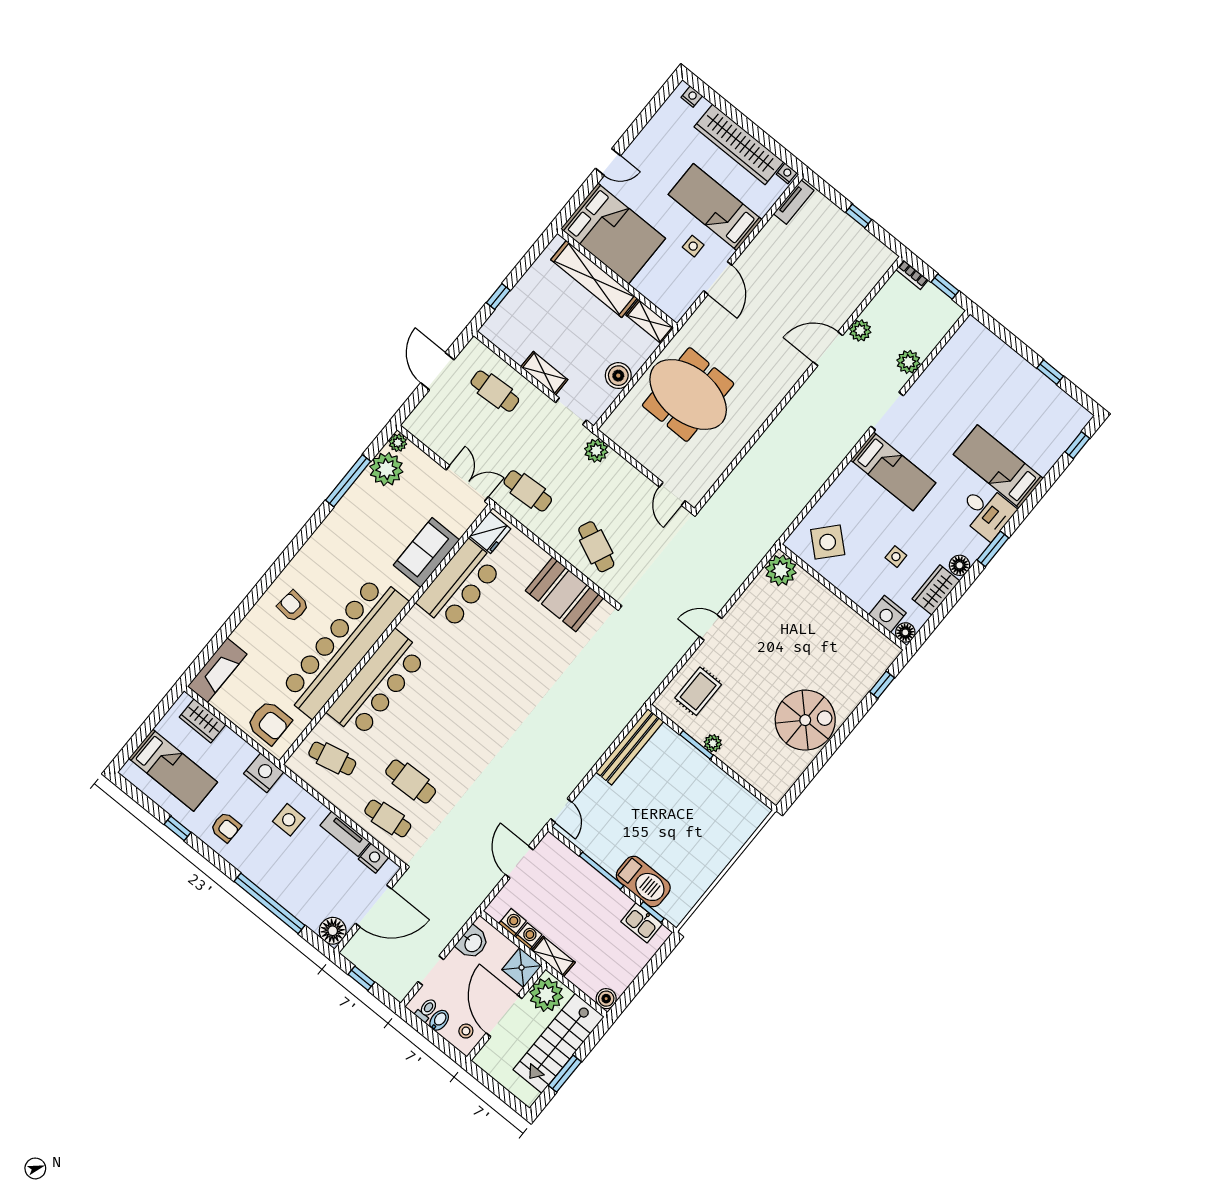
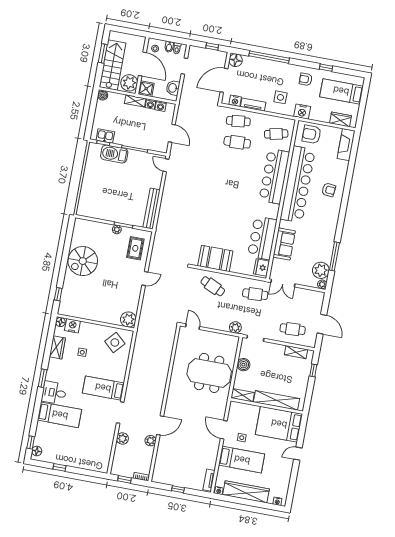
shelving: (544, 373) -> (296, 352), moved
floor lamp: (960, 565) -> (37, 451), moved

